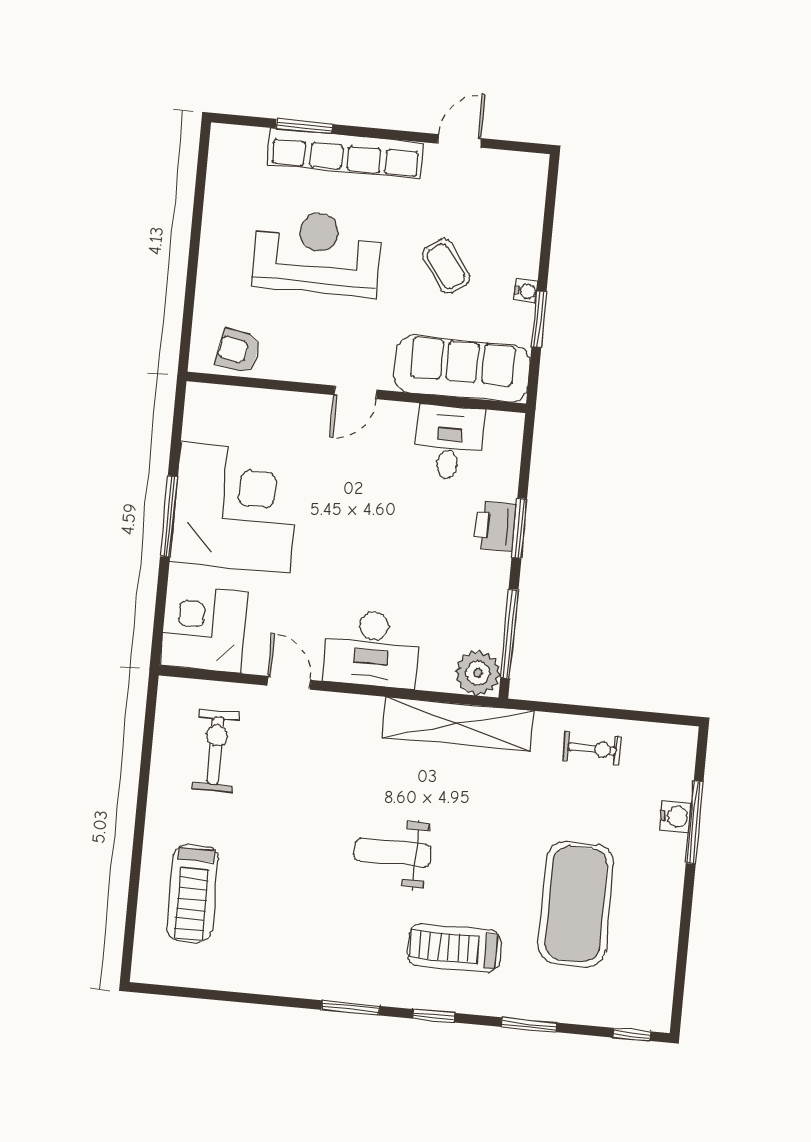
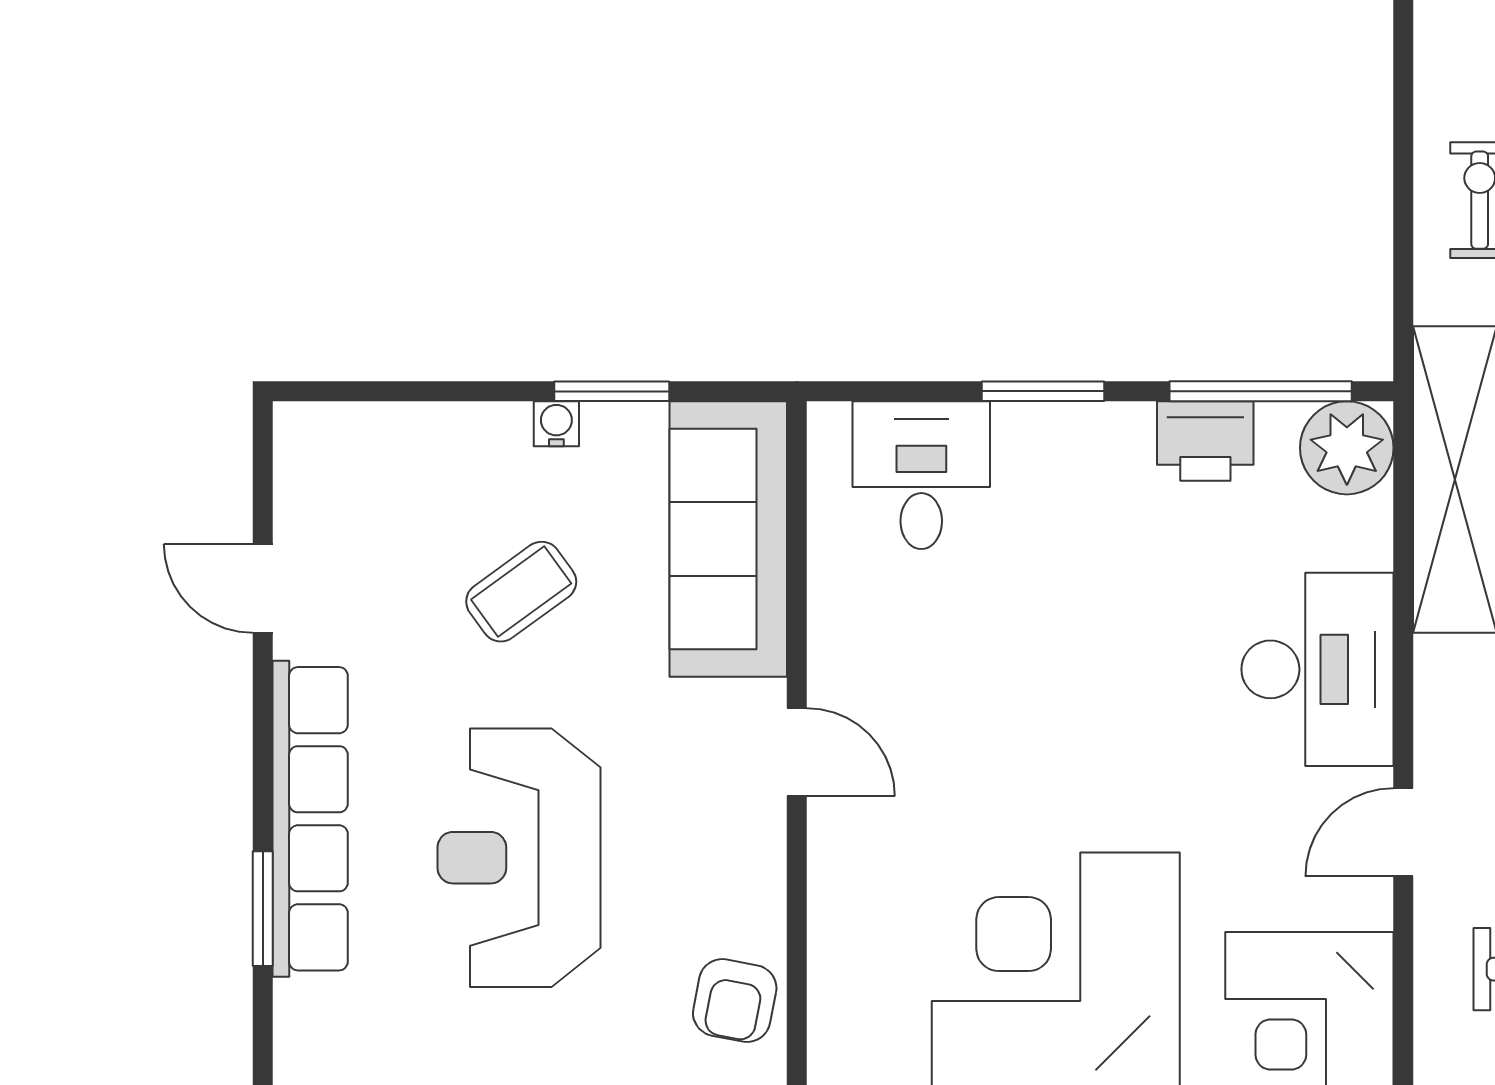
desk: (449, 442) -> (921, 475), moved, turned 90
printer: (495, 526) -> (1205, 441), moved

